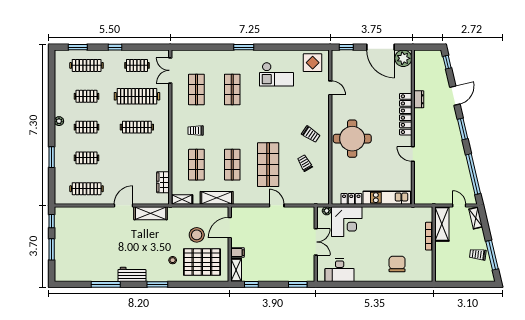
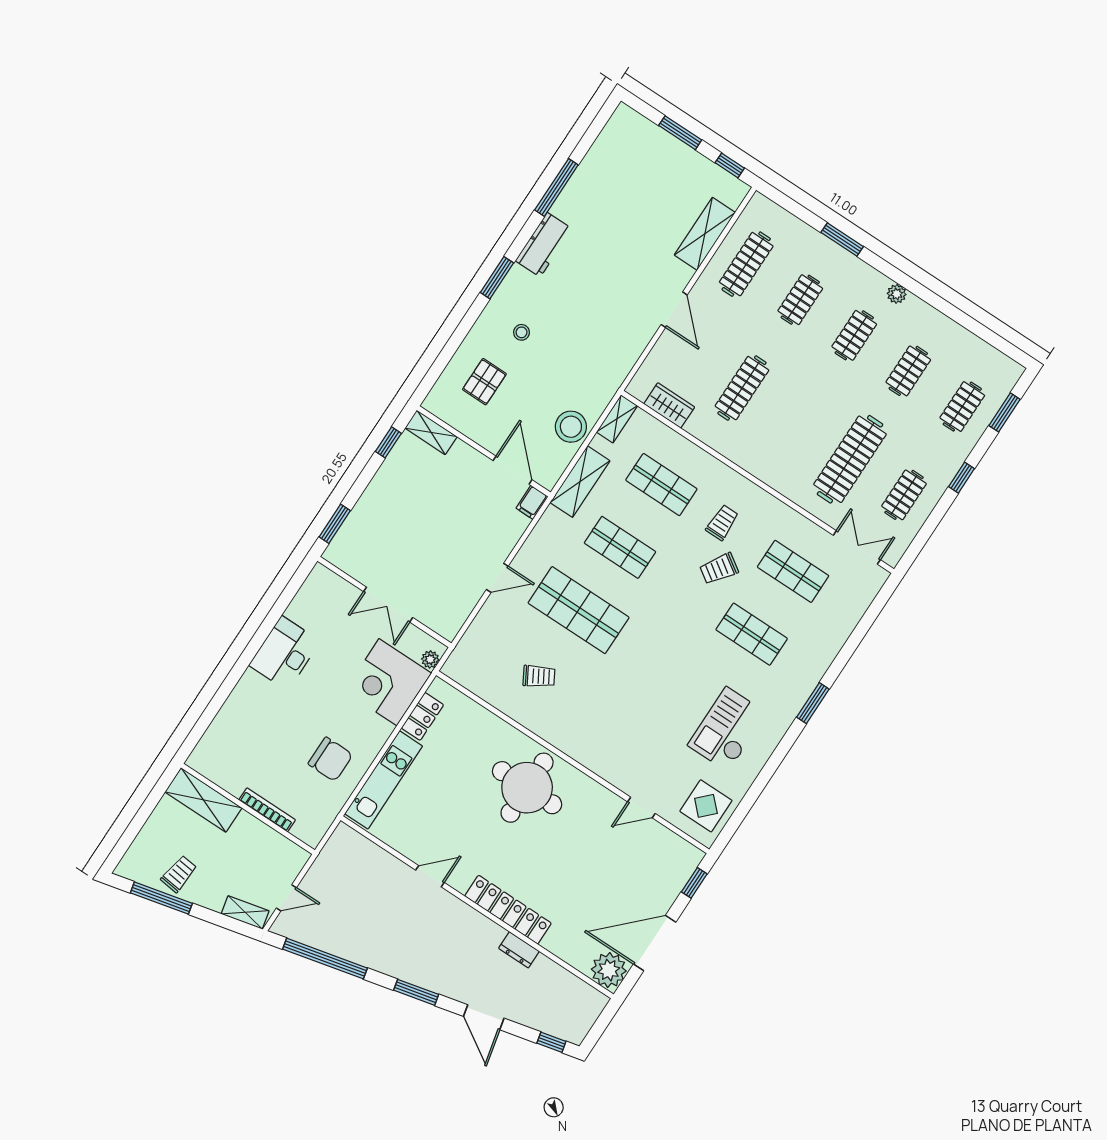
clothes rail: (87, 65) -> (962, 407), width x0.73
clothes rail: (137, 127) -> (742, 388), moved
trolley: (311, 134) -> (719, 569), moved
shelving: (151, 213) -> (705, 234), moved
shelving: (442, 224) -> (203, 800), moved
stool: (197, 235) -> (571, 427), moved
filing cabinet: (237, 253) -> (532, 502), moved
pallet: (202, 262) -> (484, 382), width x0.49, depth x0.50
chair: (397, 264) -> (330, 759), moved
desk: (340, 270) -> (285, 653), moved

